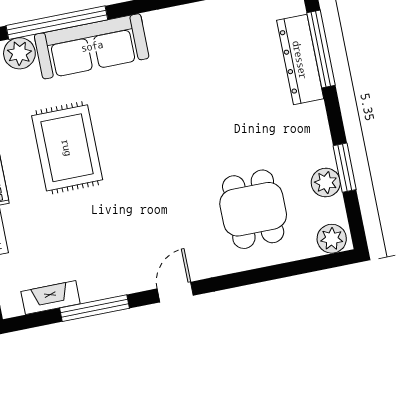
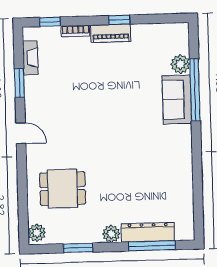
sofa: (92, 46) -> (177, 99), width x0.73
rug: (67, 148) -> (119, 83), removed
plant: (326, 183) -> (111, 234), moved
window: (94, 308) -> (19, 83), width x0.69

